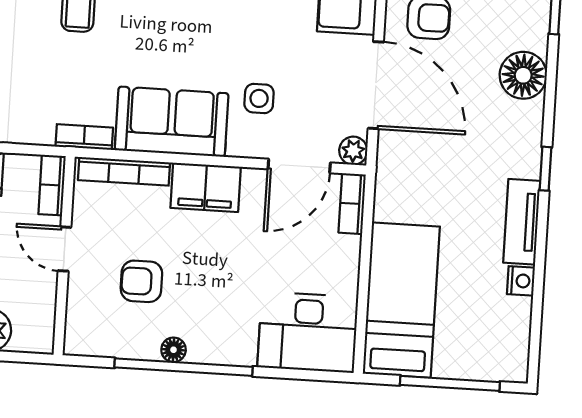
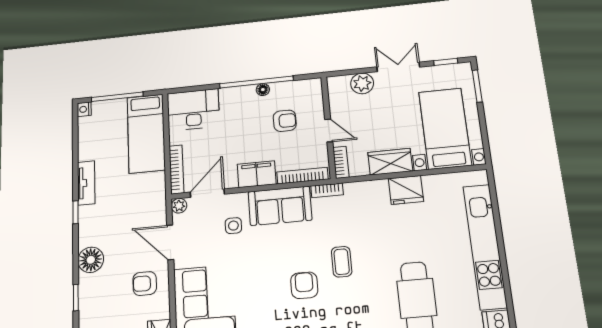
door: (376, 85) -> (170, 242), width x0.73
bookcase: (352, 204) -> (176, 169), width x1.56
nightstand: (521, 281) -> (84, 109), moved

